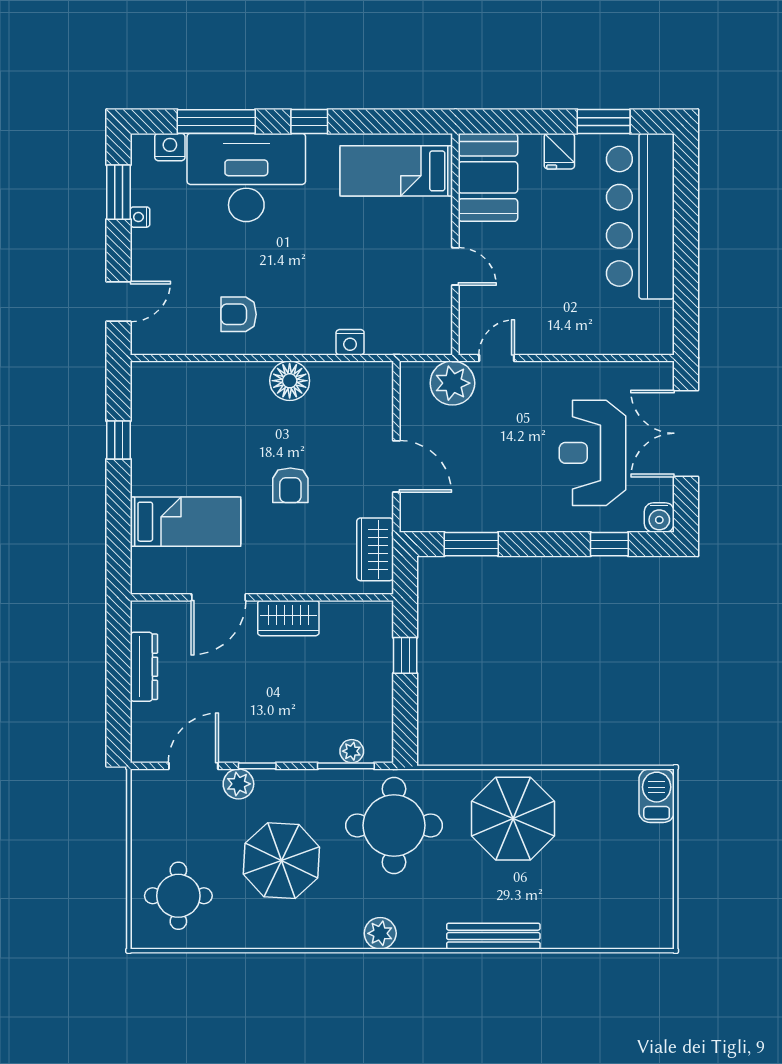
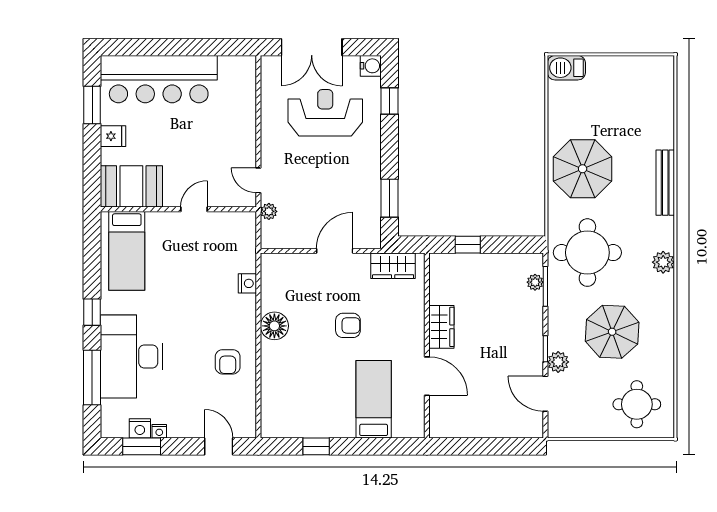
nightstand: (170, 147) -> (140, 428), moved, turned -90
plant: (452, 383) -> (269, 211), width x0.53, depth x0.53
reception desk: (593, 453) -> (325, 113), turned 180
dresser: (144, 667) -> (476, 429), removed

